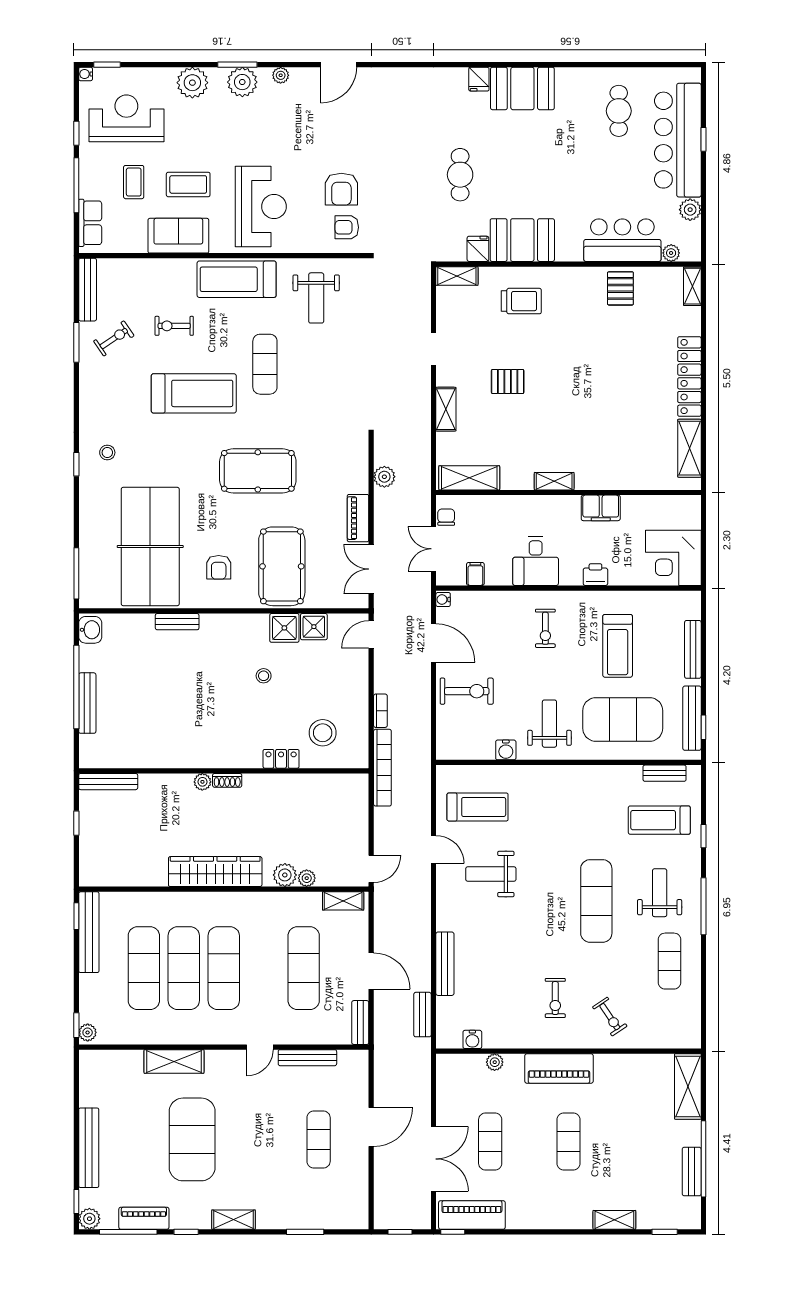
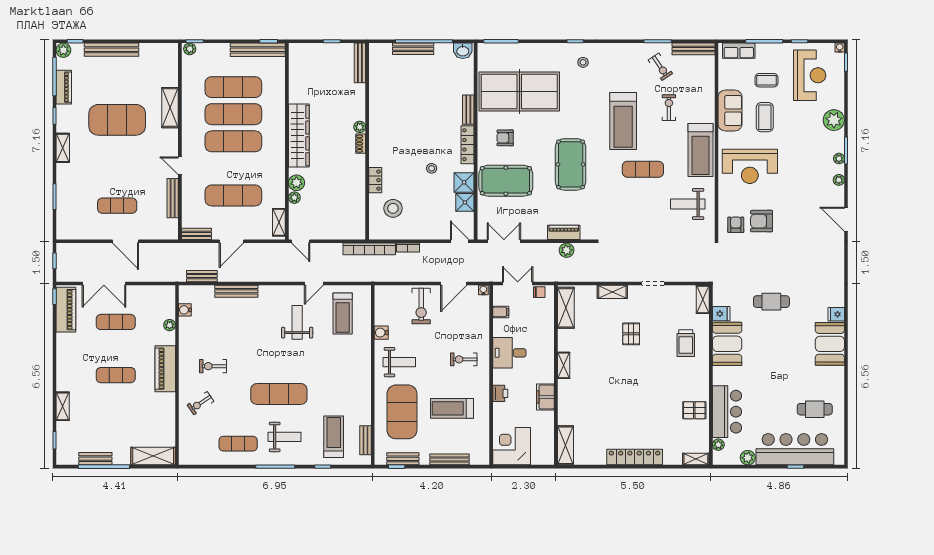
plant: (242, 82) -> (839, 159), width x0.53, depth x0.53
treadmill: (237, 279) -> (701, 150), turned 180
shelving: (689, 448) -> (565, 445), moved, turned 90
piano: (358, 518) -> (564, 232), moved
locker: (229, 623) -> (468, 145), added
bench: (692, 718) -> (403, 459), width x0.73

